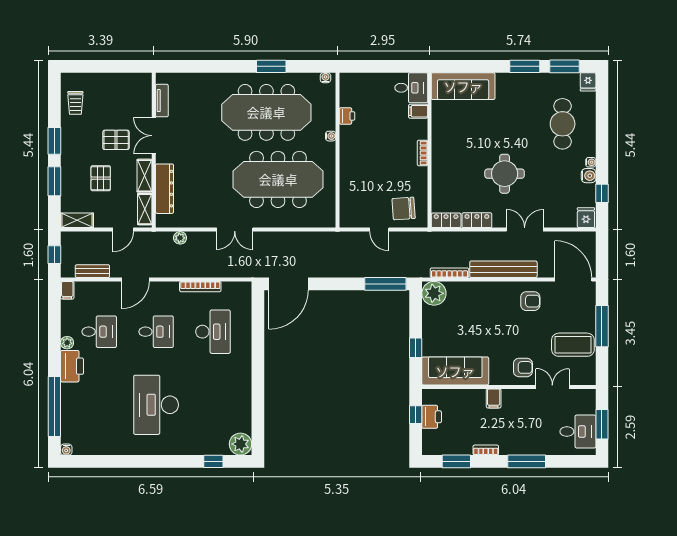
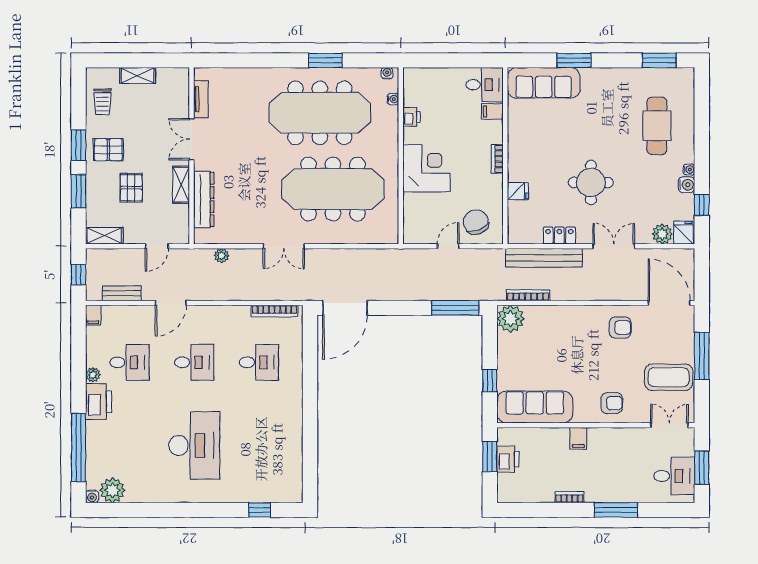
window: (525, 66) -> (574, 60), moved
fridge: (588, 82) -> (518, 191), moved, turned -90
water cooler: (331, 136) -> (393, 99), moved
pallet: (116, 140) -> (108, 150), moved
corner desk: (360, 161) -> (426, 168), added
chair: (404, 208) -> (476, 222), turned 72
shelving: (145, 209) -> (138, 76), moved, turned 90
plant: (567, 219) -> (662, 234), added
locker: (446, 220) -> (524, 236), removed
door: (379, 230) -> (448, 246), swing flipped
bench: (503, 269) -> (544, 258), moved
bookcase: (200, 287) -> (275, 311), moved
desk: (213, 332) -> (259, 362), width x0.73
double door: (552, 387) -> (669, 425), moved
desk: (156, 405) -> (194, 446), turned 180
window: (416, 415) -> (490, 457), width x1.50
plant: (240, 444) -> (112, 490), moved
window: (456, 461) -> (536, 510), removed

